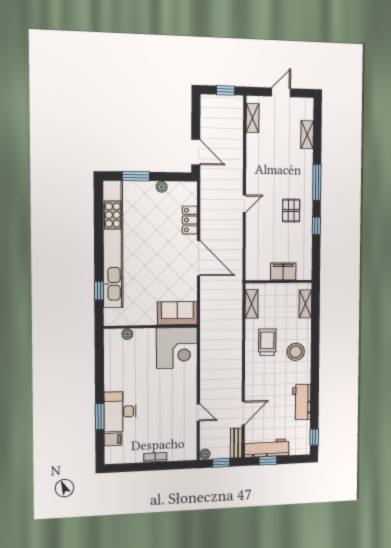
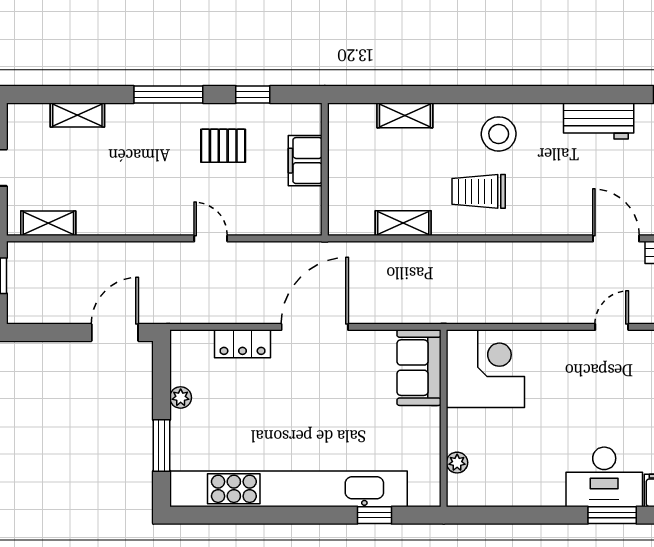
filing cabinet: (283, 271) -> (305, 161), moved
wall: (279, 282) -> (325, 169), moved

